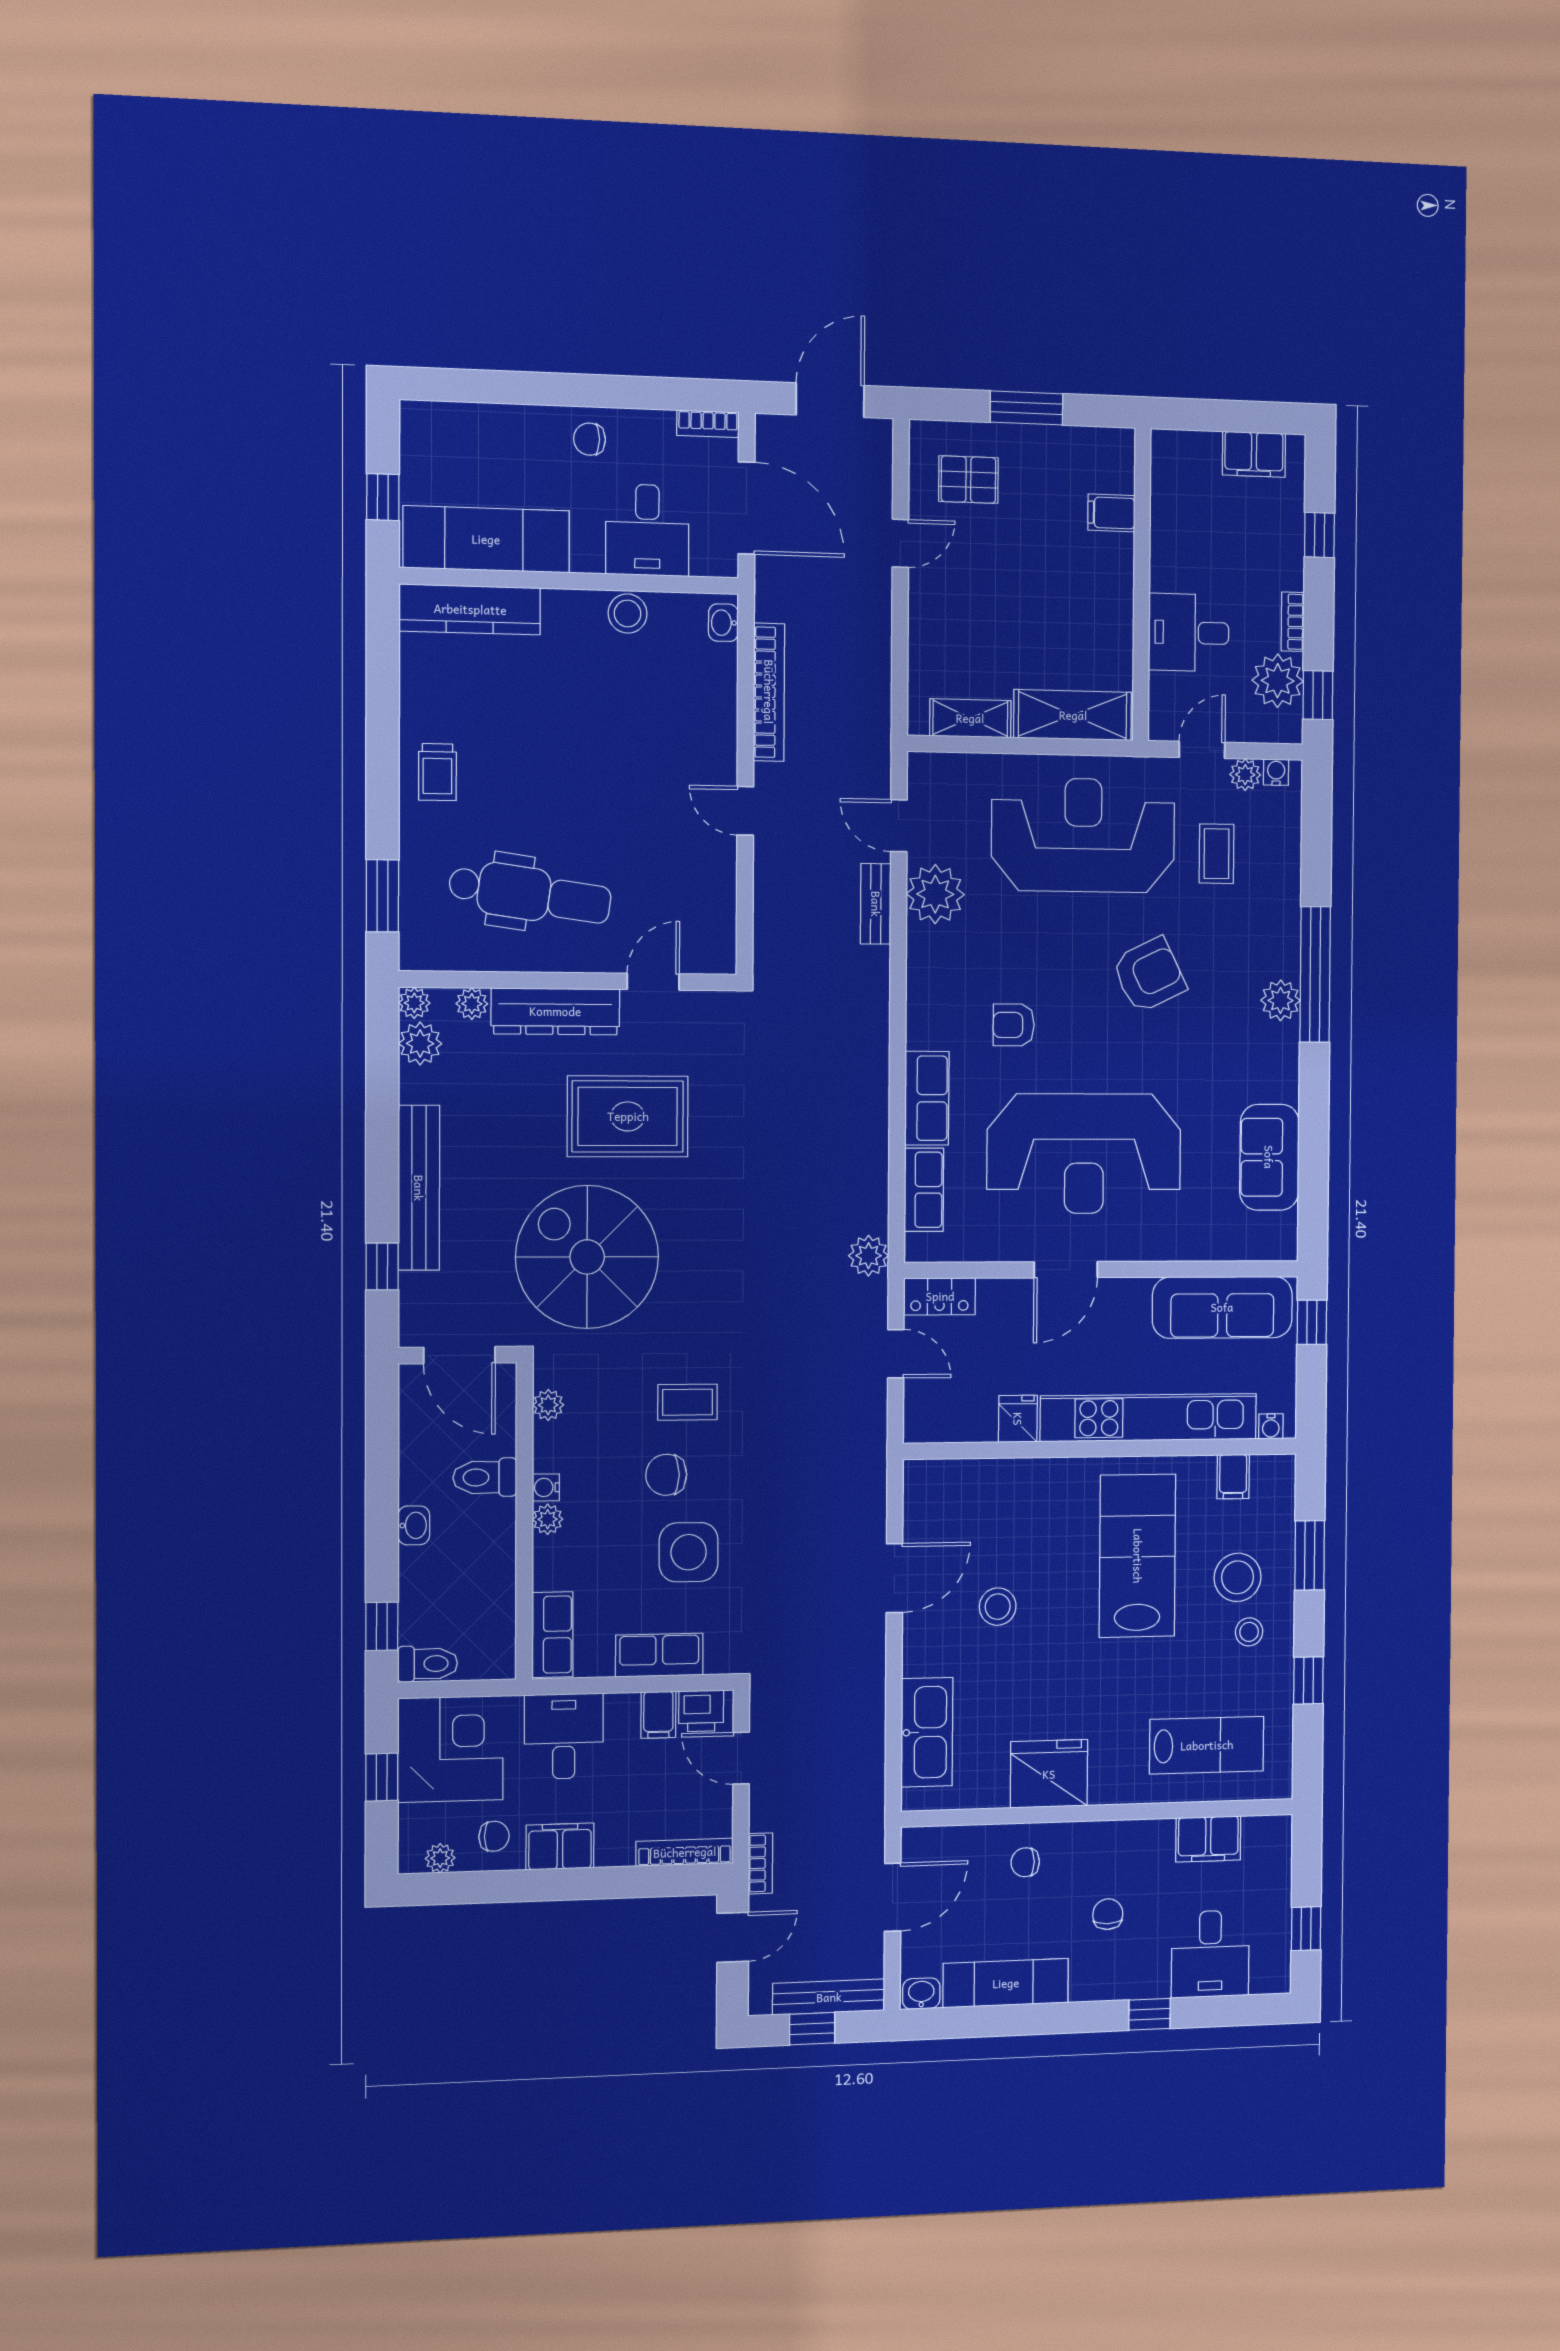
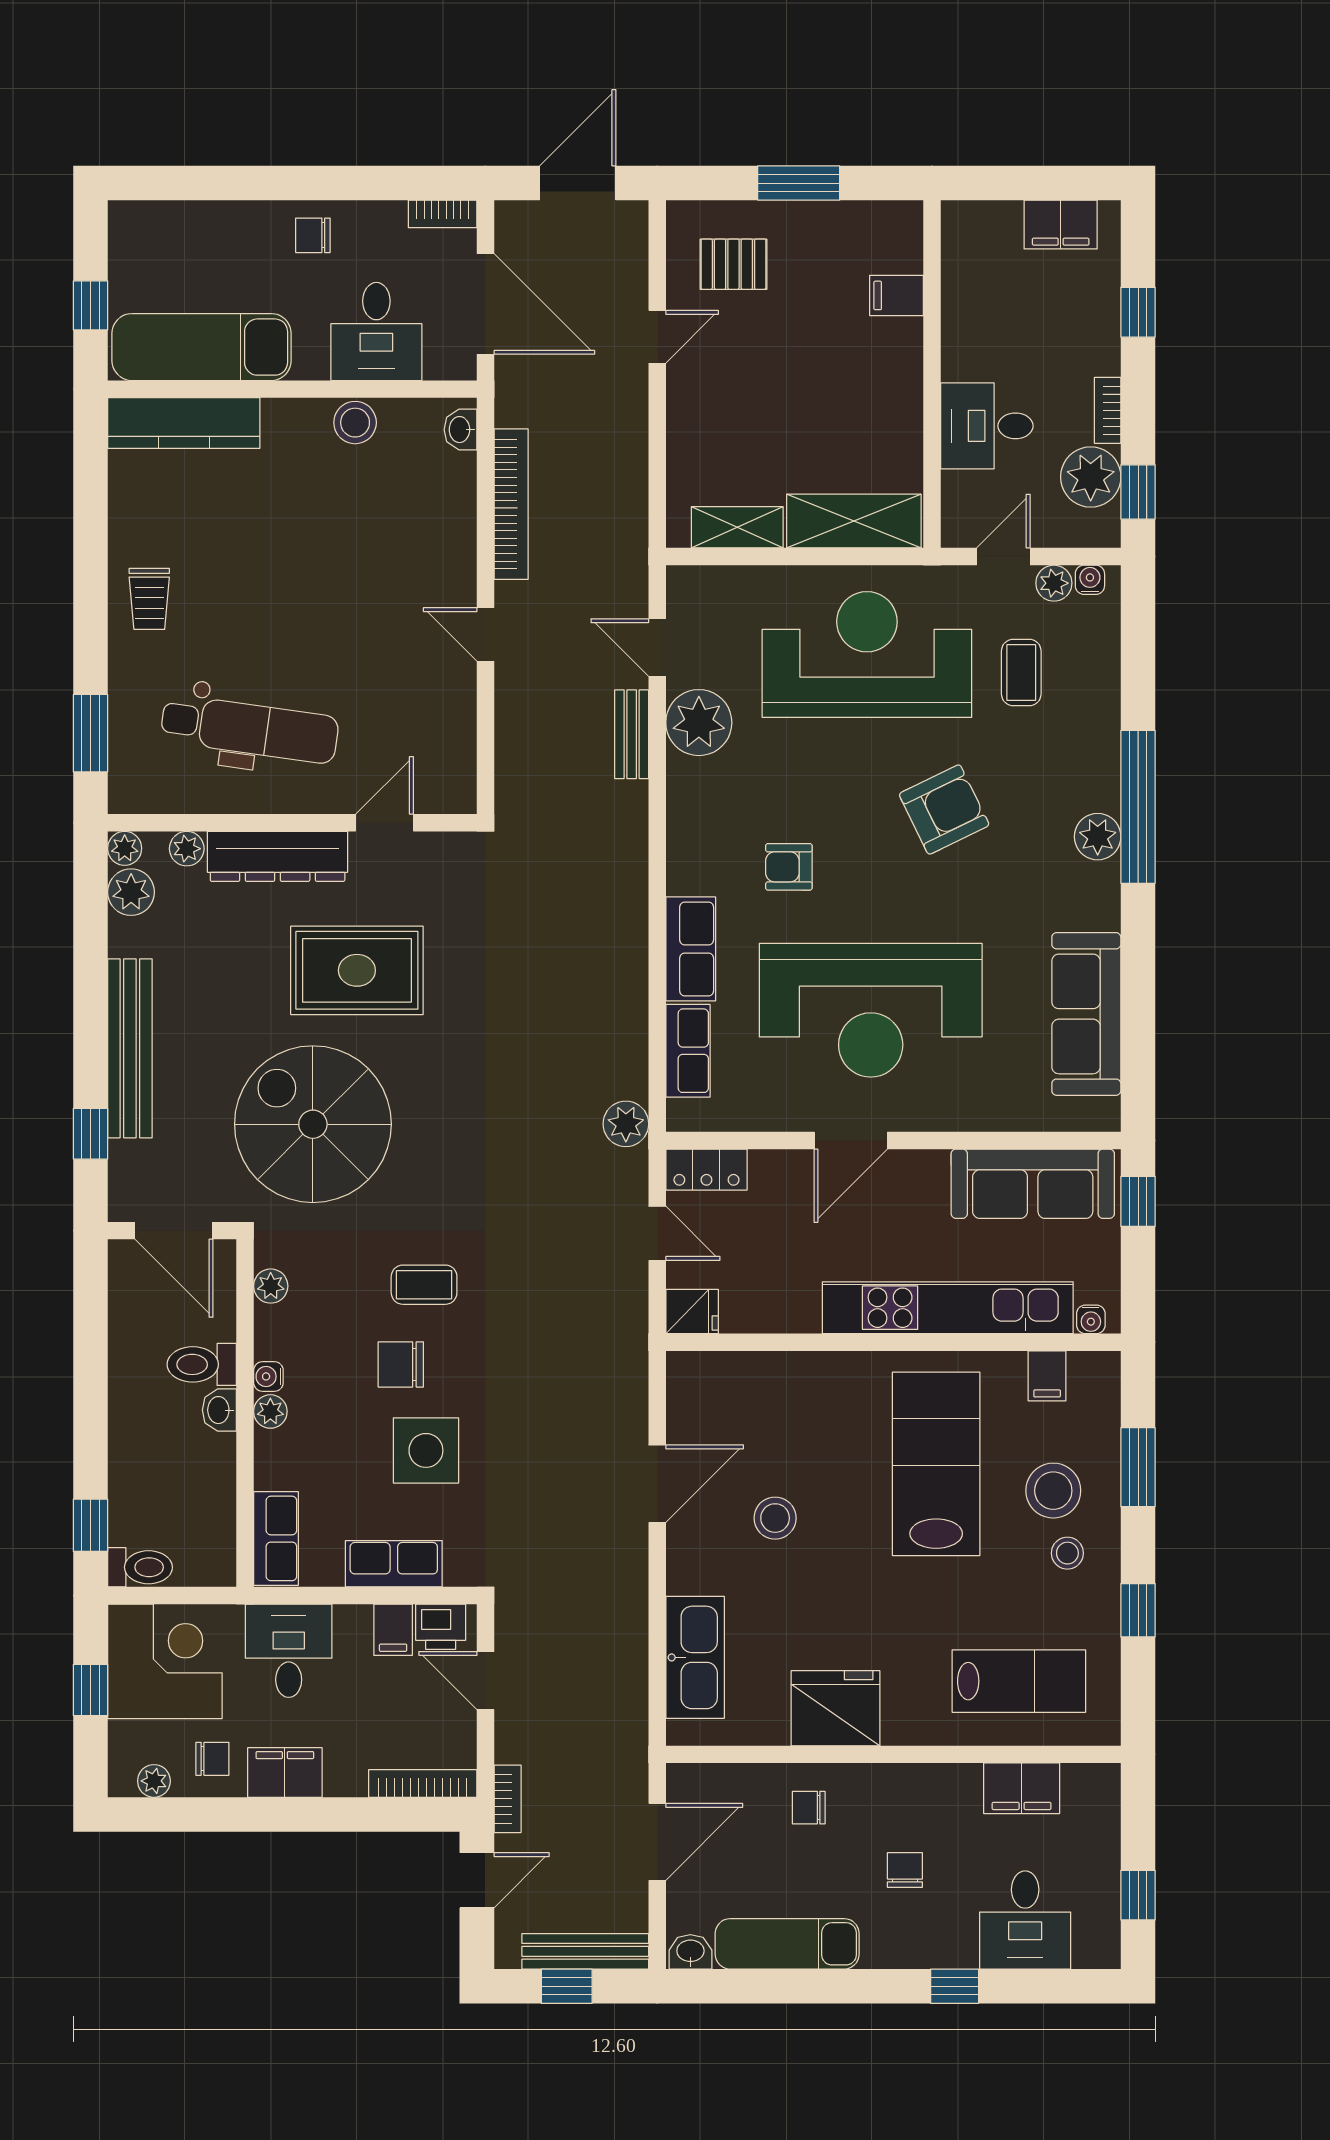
sofa: (1269, 1157) -> (1086, 1014), width x1.36
fridge: (1018, 1419) -> (692, 1312), moved, turned 90
washbasin: (414, 1525) -> (219, 1410), moved, turned 180

